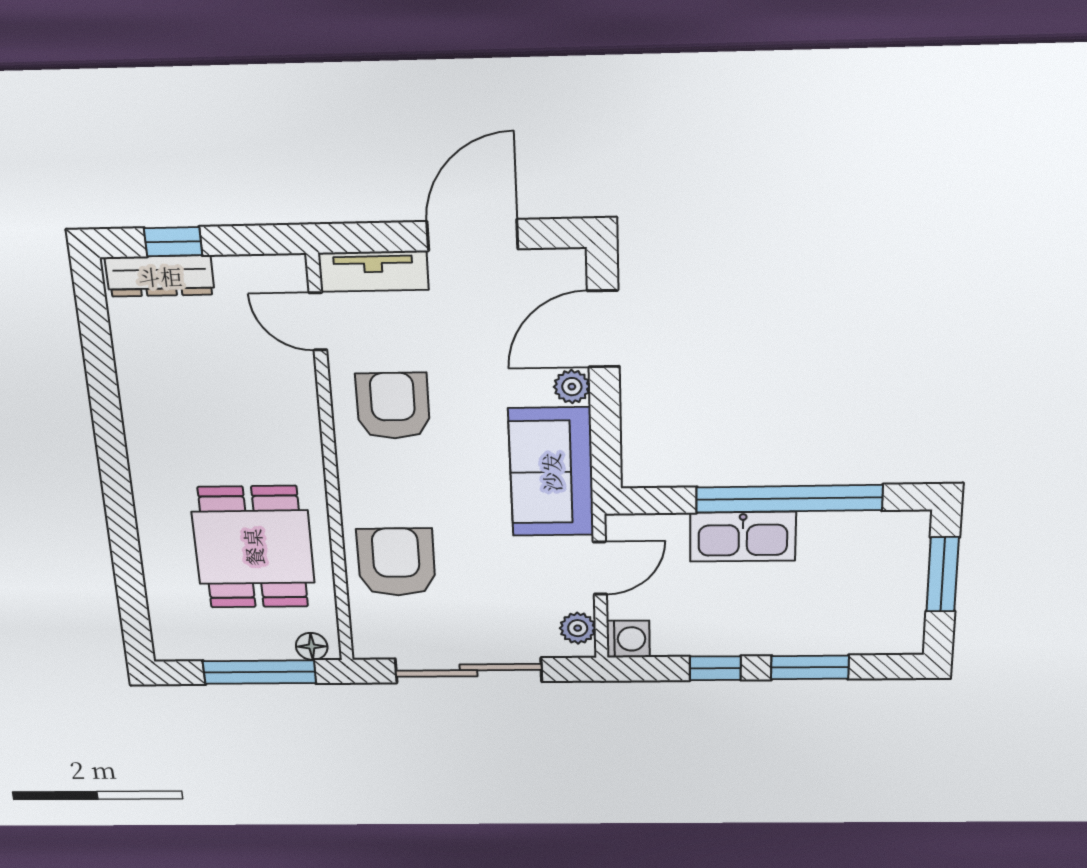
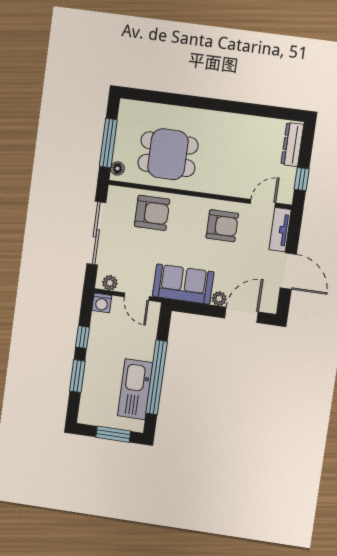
window: (173, 242) -> (302, 179), moved
door: (603, 329) -> (242, 315), hinge flipped
kitchen sink: (743, 537) -> (135, 389), moved, width x1.36, depth x1.24

